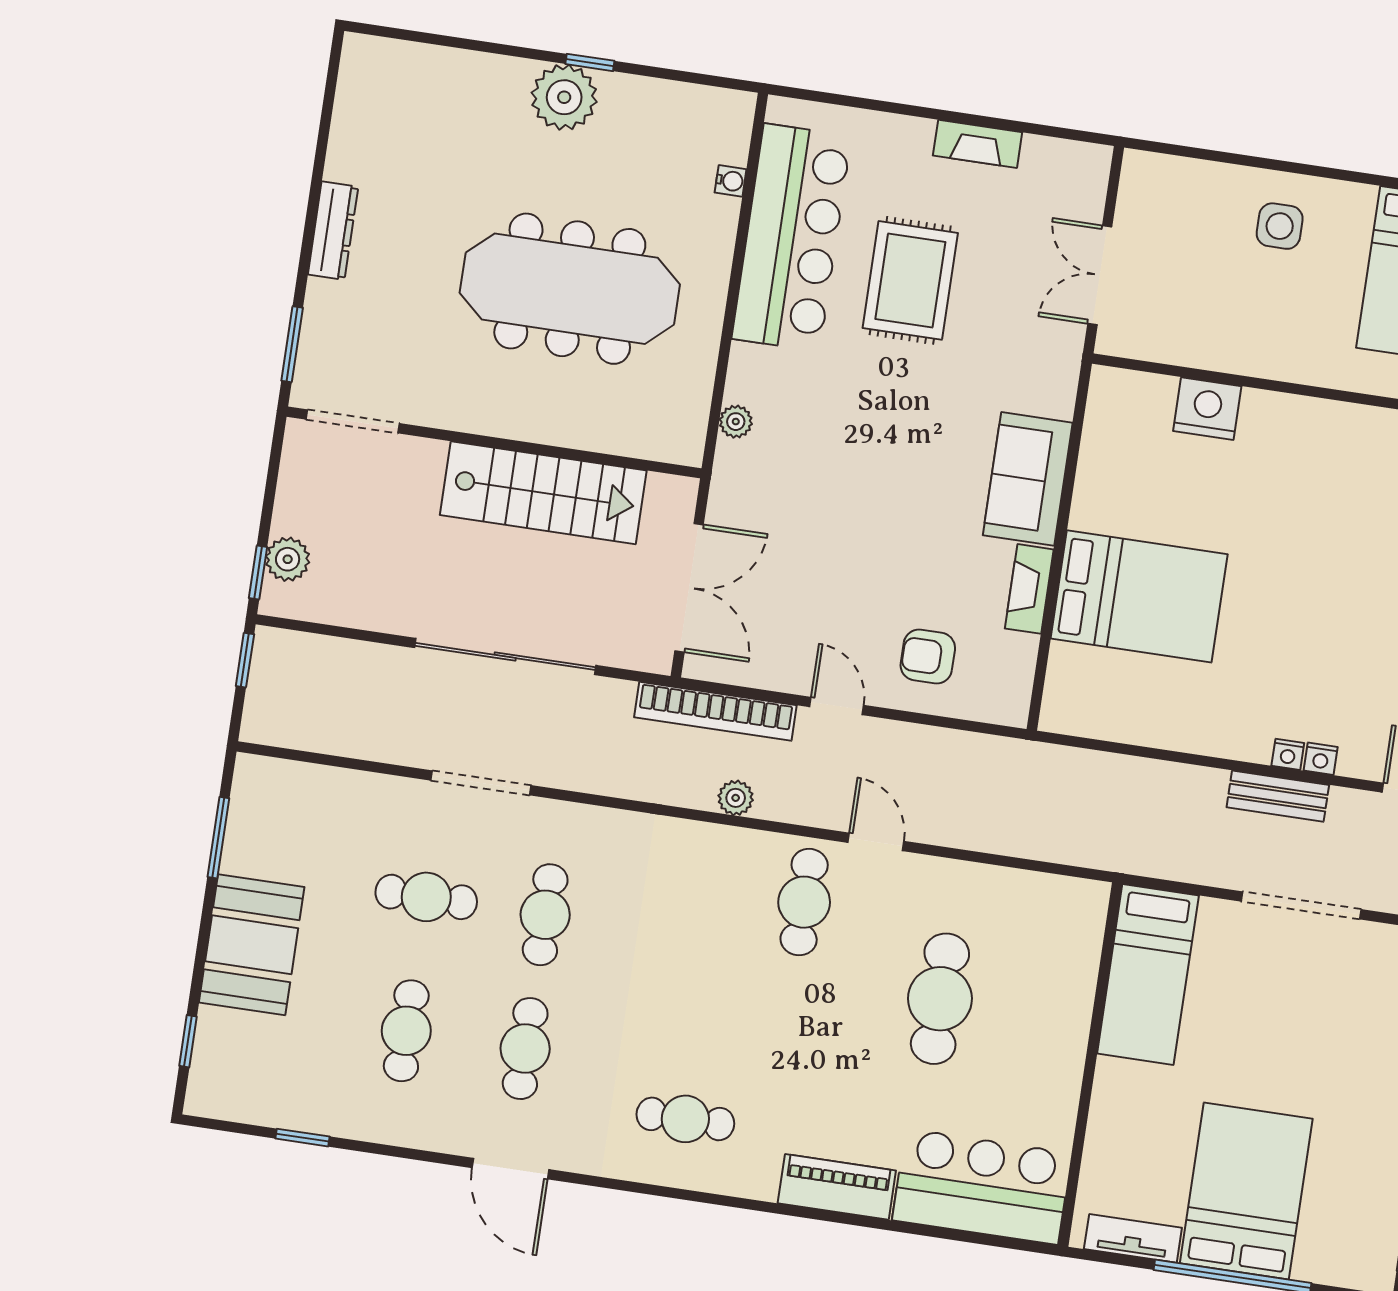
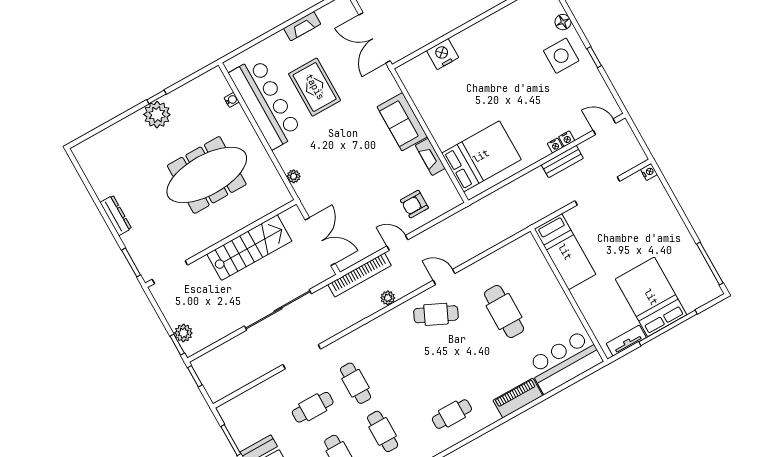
double door: (1100, 275) -> (374, 38), width x1.37
bed: (1139, 596) -> (481, 156), moved
cafe table: (804, 902) -> (436, 314), turned -65

